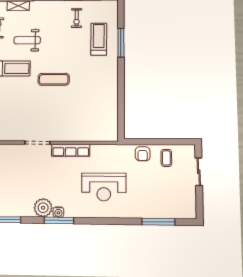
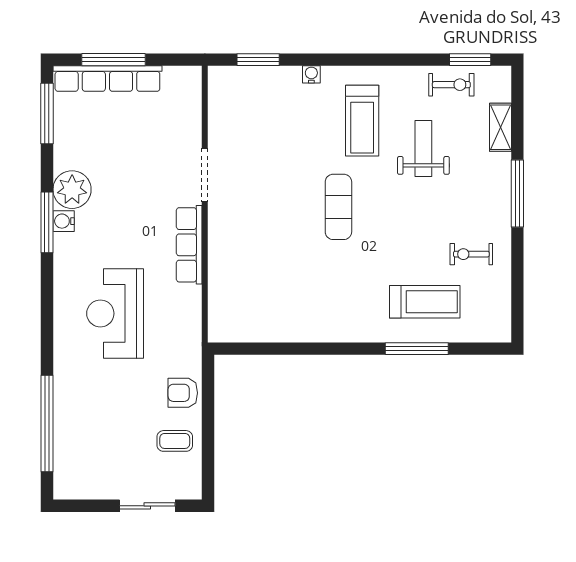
window: (158, 222) -> (47, 423), width x1.46

